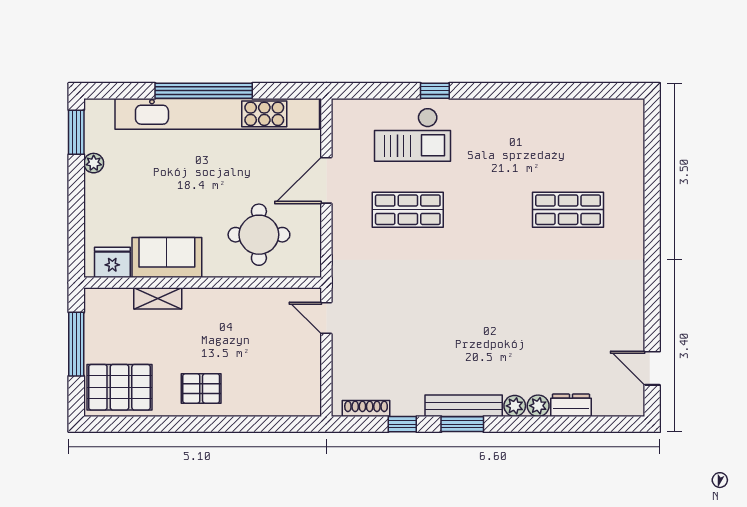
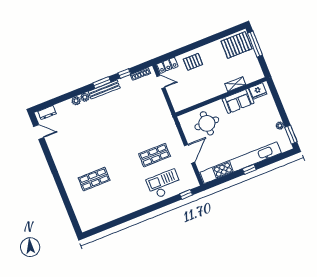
window: (204, 91) -> (249, 169), width x0.32
window: (435, 91) -> (186, 194), moved
door: (326, 318) -> (161, 82), moved
window: (76, 344) -> (255, 44), moved
pallet: (201, 388) -> (193, 62), moved
locker: (296, 404) -> (167, 65), added
dresser: (571, 405) -> (47, 113), moved

